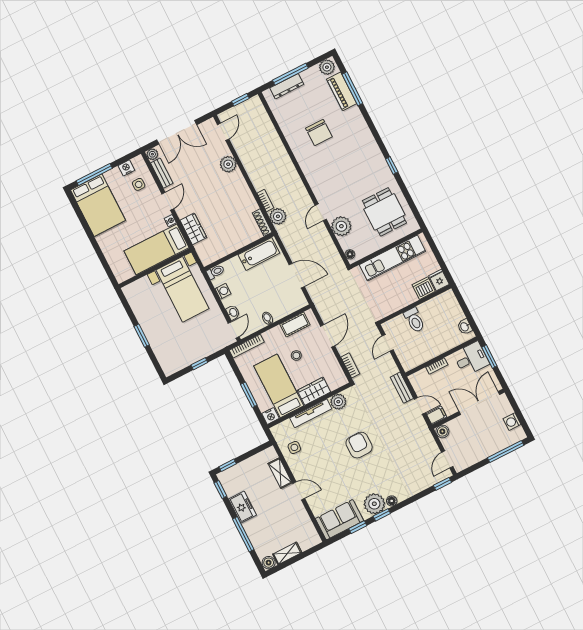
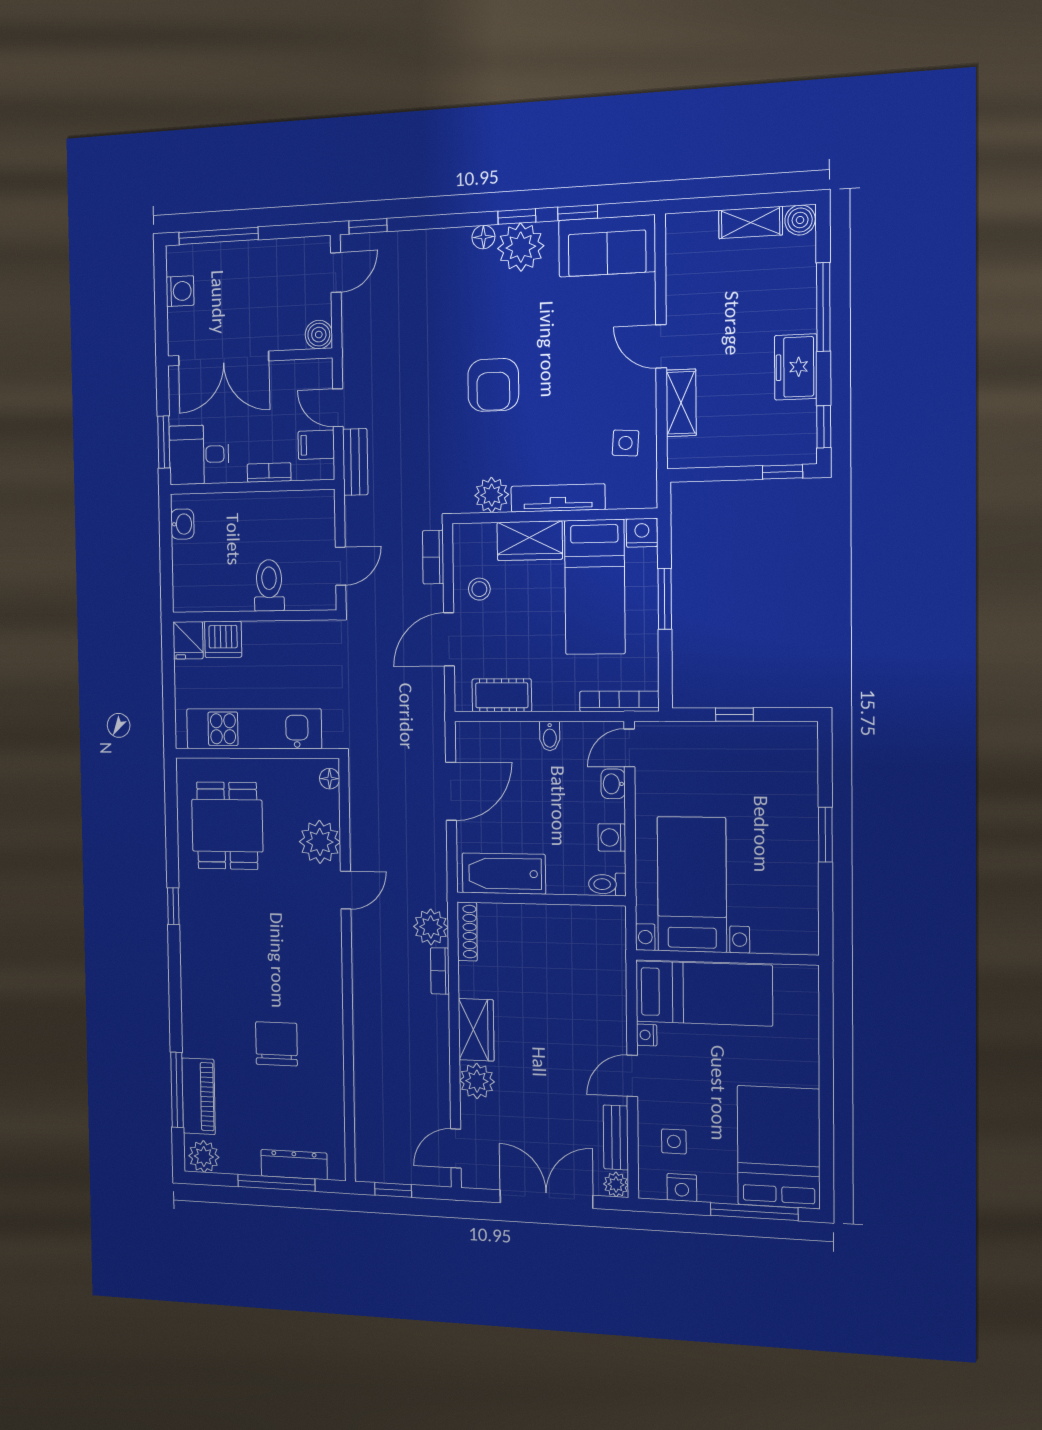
wardrobe: (193, 229) -> (476, 1030), moved, turned 180
door: (297, 276) -> (451, 791), swing flipped
stool: (296, 355) -> (479, 589), moved
filing cabinet: (437, 415) -> (316, 445), moved

